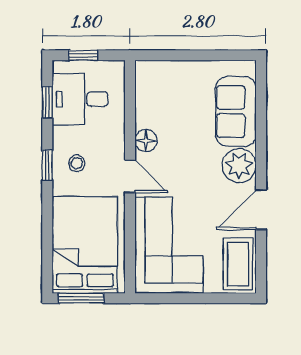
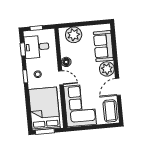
plant: (169, 79) -> (74, 35), added

